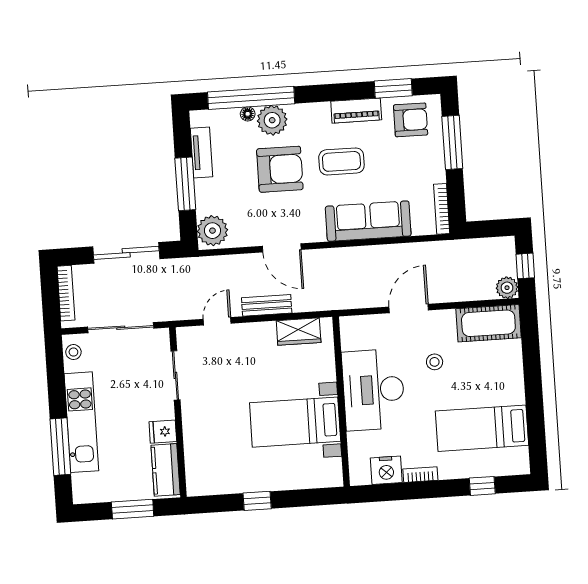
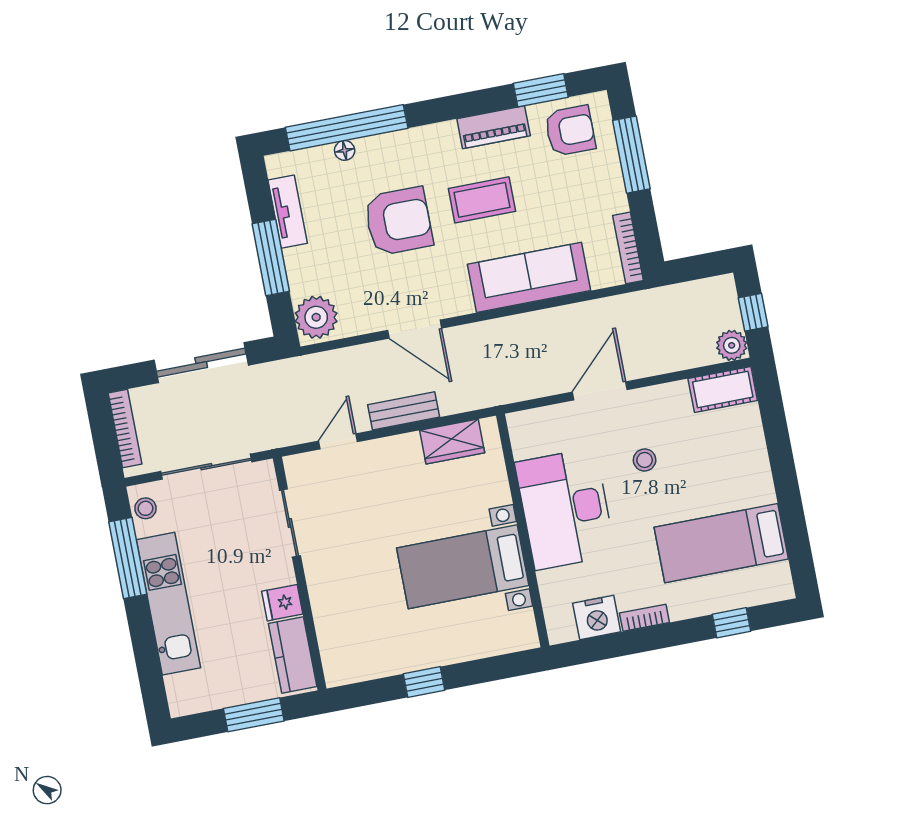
plant: (272, 120) -> (379, 155), removed
cot: (488, 323) -> (723, 390), width x0.73, depth x0.75
window: (60, 447) -> (128, 558), moved

